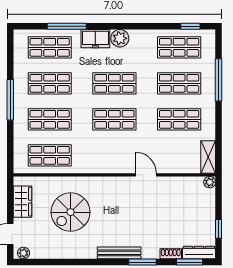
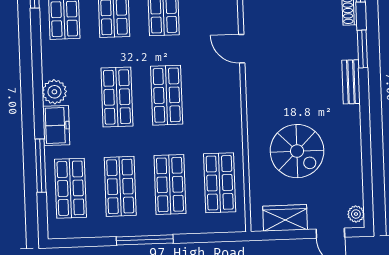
door: (146, 175) -> (242, 49), hinge flipped
bench: (119, 253) -> (351, 82), width x0.73

